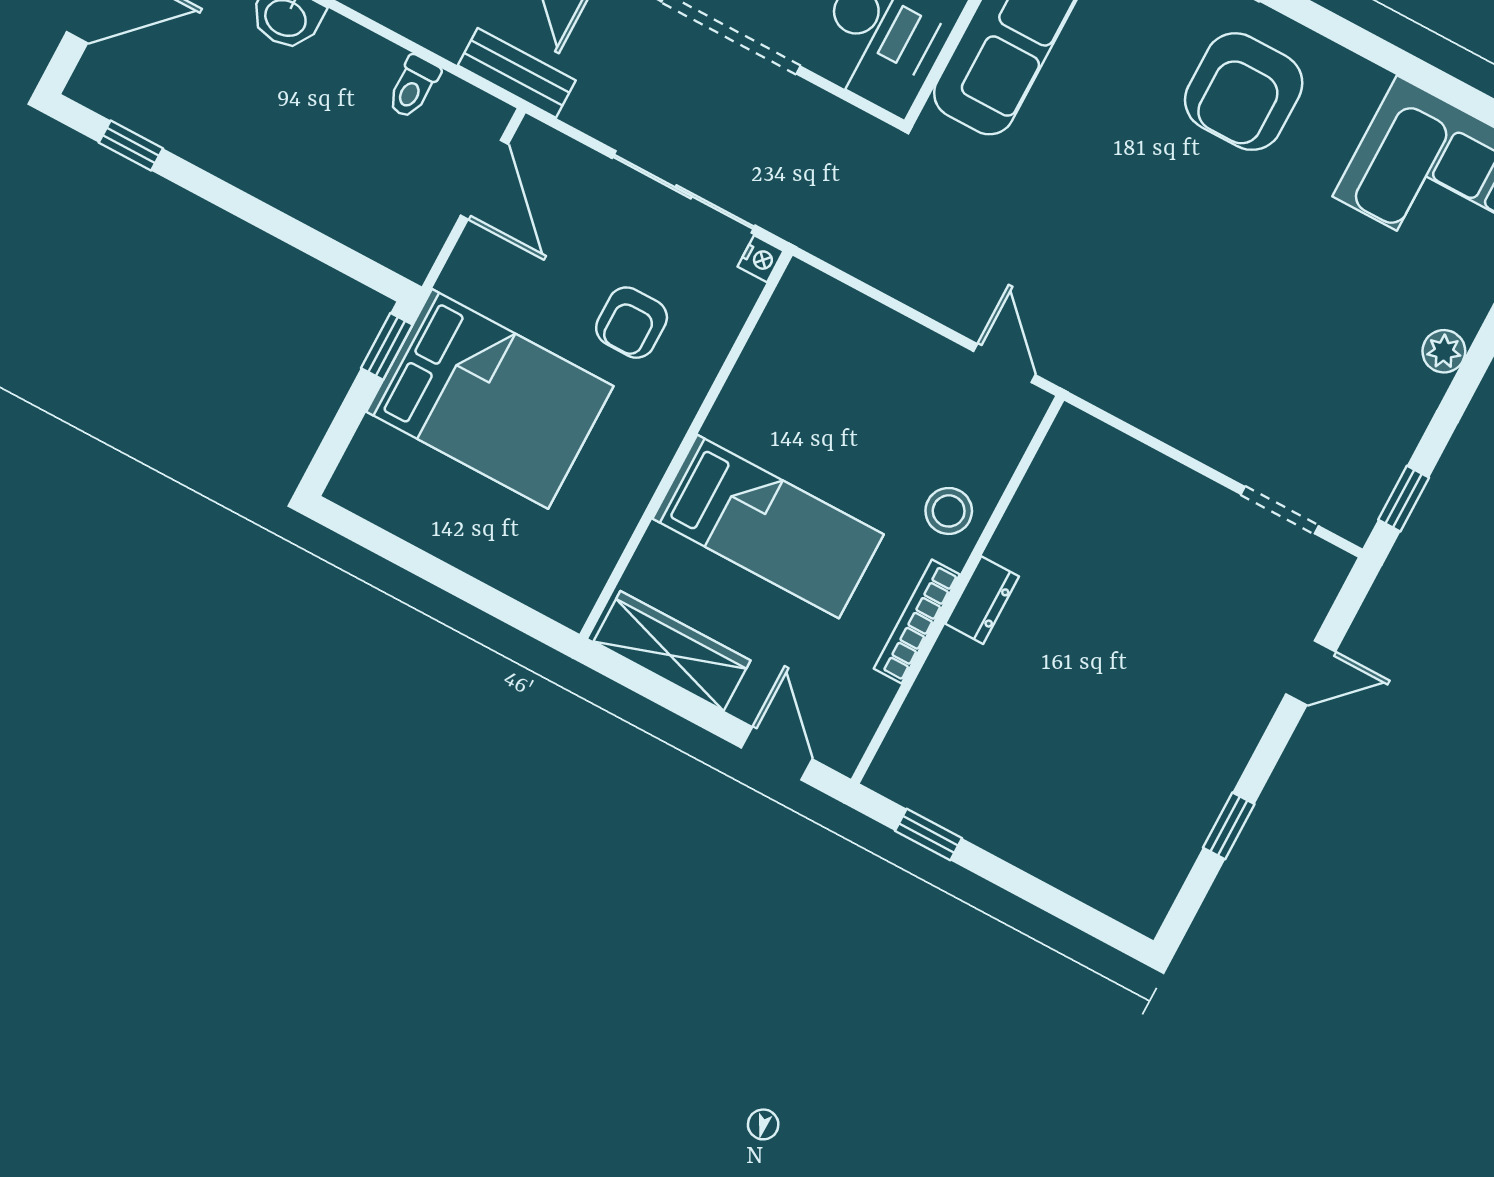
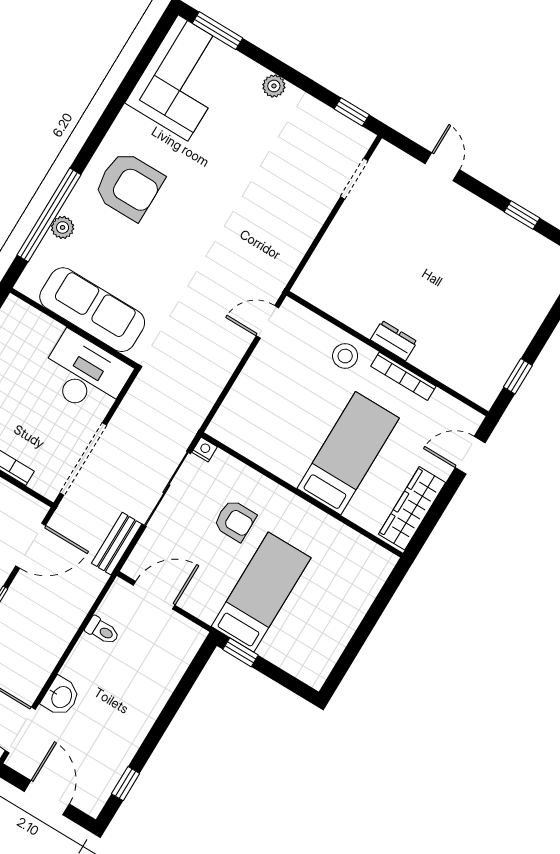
bench: (517, 73) -> (117, 544), moved
bed: (490, 399) -> (261, 592), width x0.67

